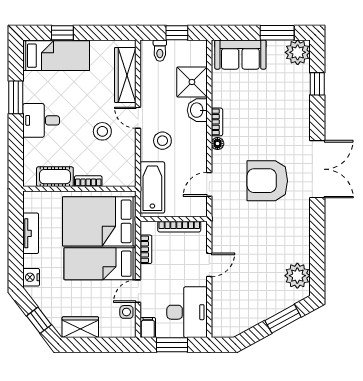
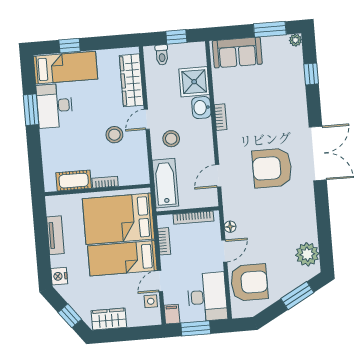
plant: (298, 52) -> (295, 40), width x0.53, depth x0.53
door: (138, 118) -> (147, 119), hinge flipped
desk: (41, 120) -> (55, 106), moved, width x1.37
floor lamp: (217, 144) -> (230, 227), moved
armchair: (233, 301) -> (249, 282), added

